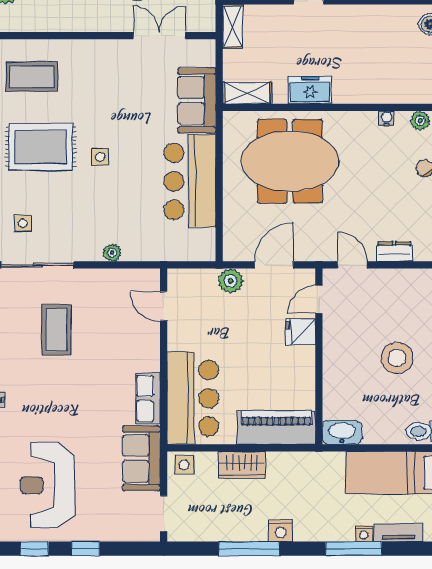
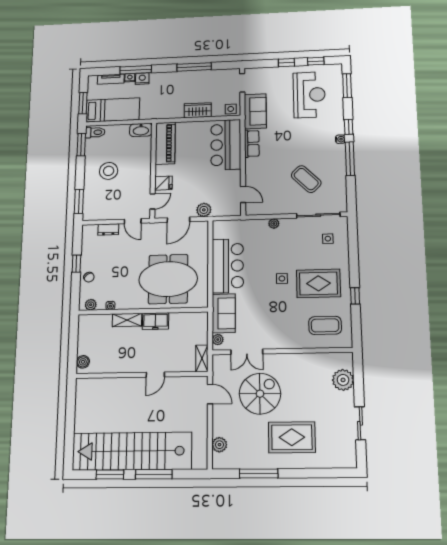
plant: (207, 57) -> (218, 340), added
shelving: (247, 93) -> (127, 320), moved
coffee table: (56, 330) -> (306, 179), turned -45
piano: (276, 427) -> (165, 143), moved, turned -90
nightstand: (281, 531) -> (142, 79), moved

